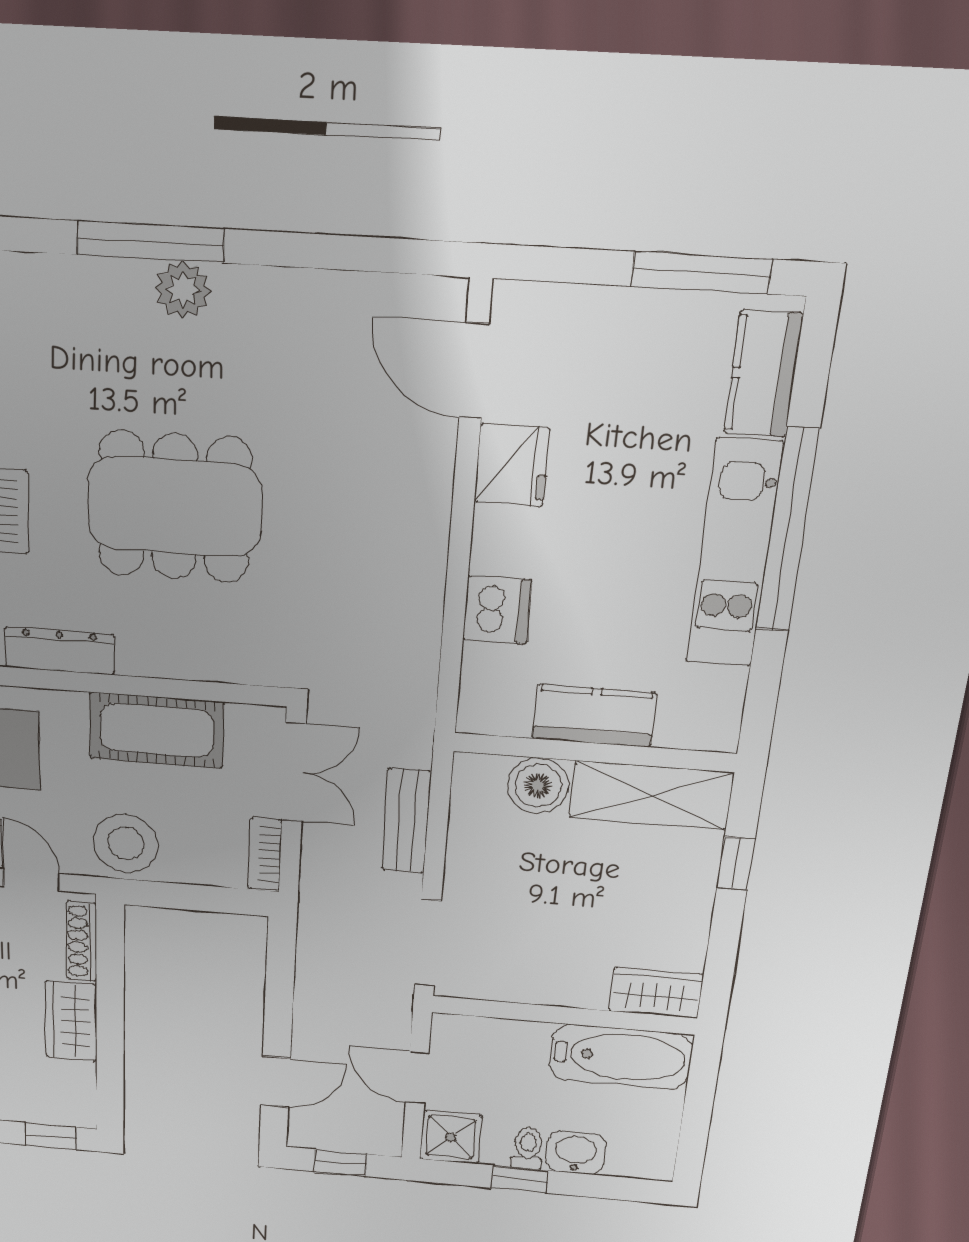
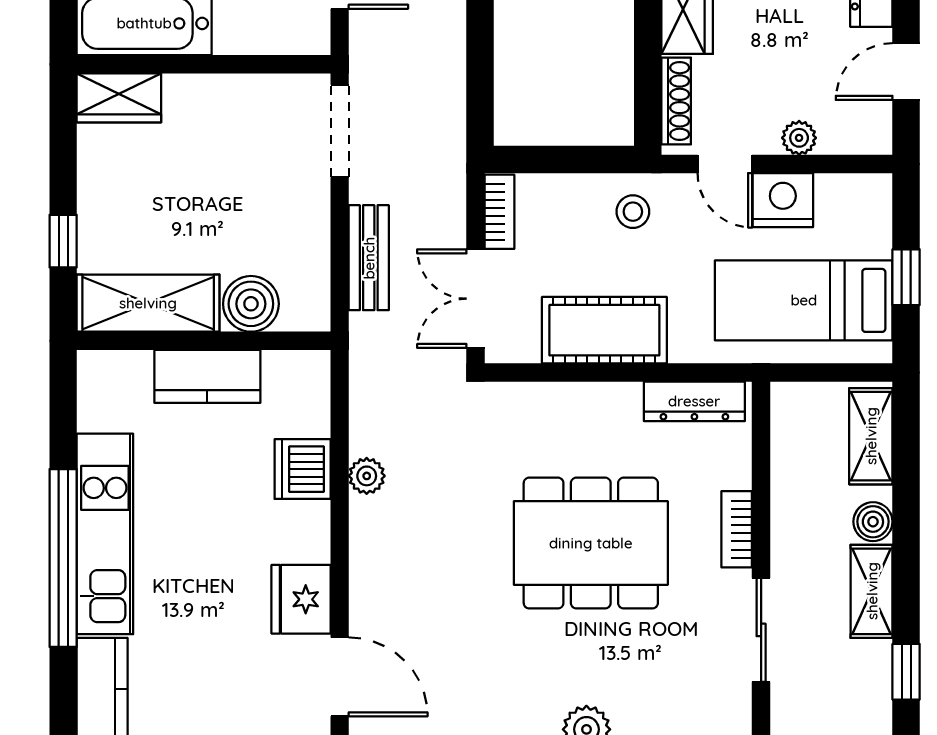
plant: (425, 598) -> (367, 476), added
stool: (126, 843) -> (633, 212), width x0.53, depth x0.53

